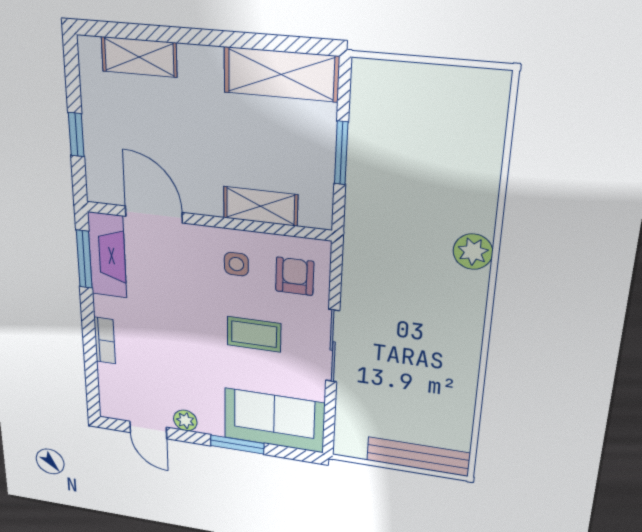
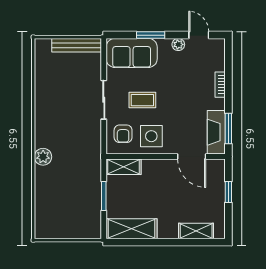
shelving: (260, 206) -> (124, 167), moved
side table: (236, 264) -> (151, 136), width x1.87, depth x1.87
bench: (418, 457) -> (77, 45), moved

